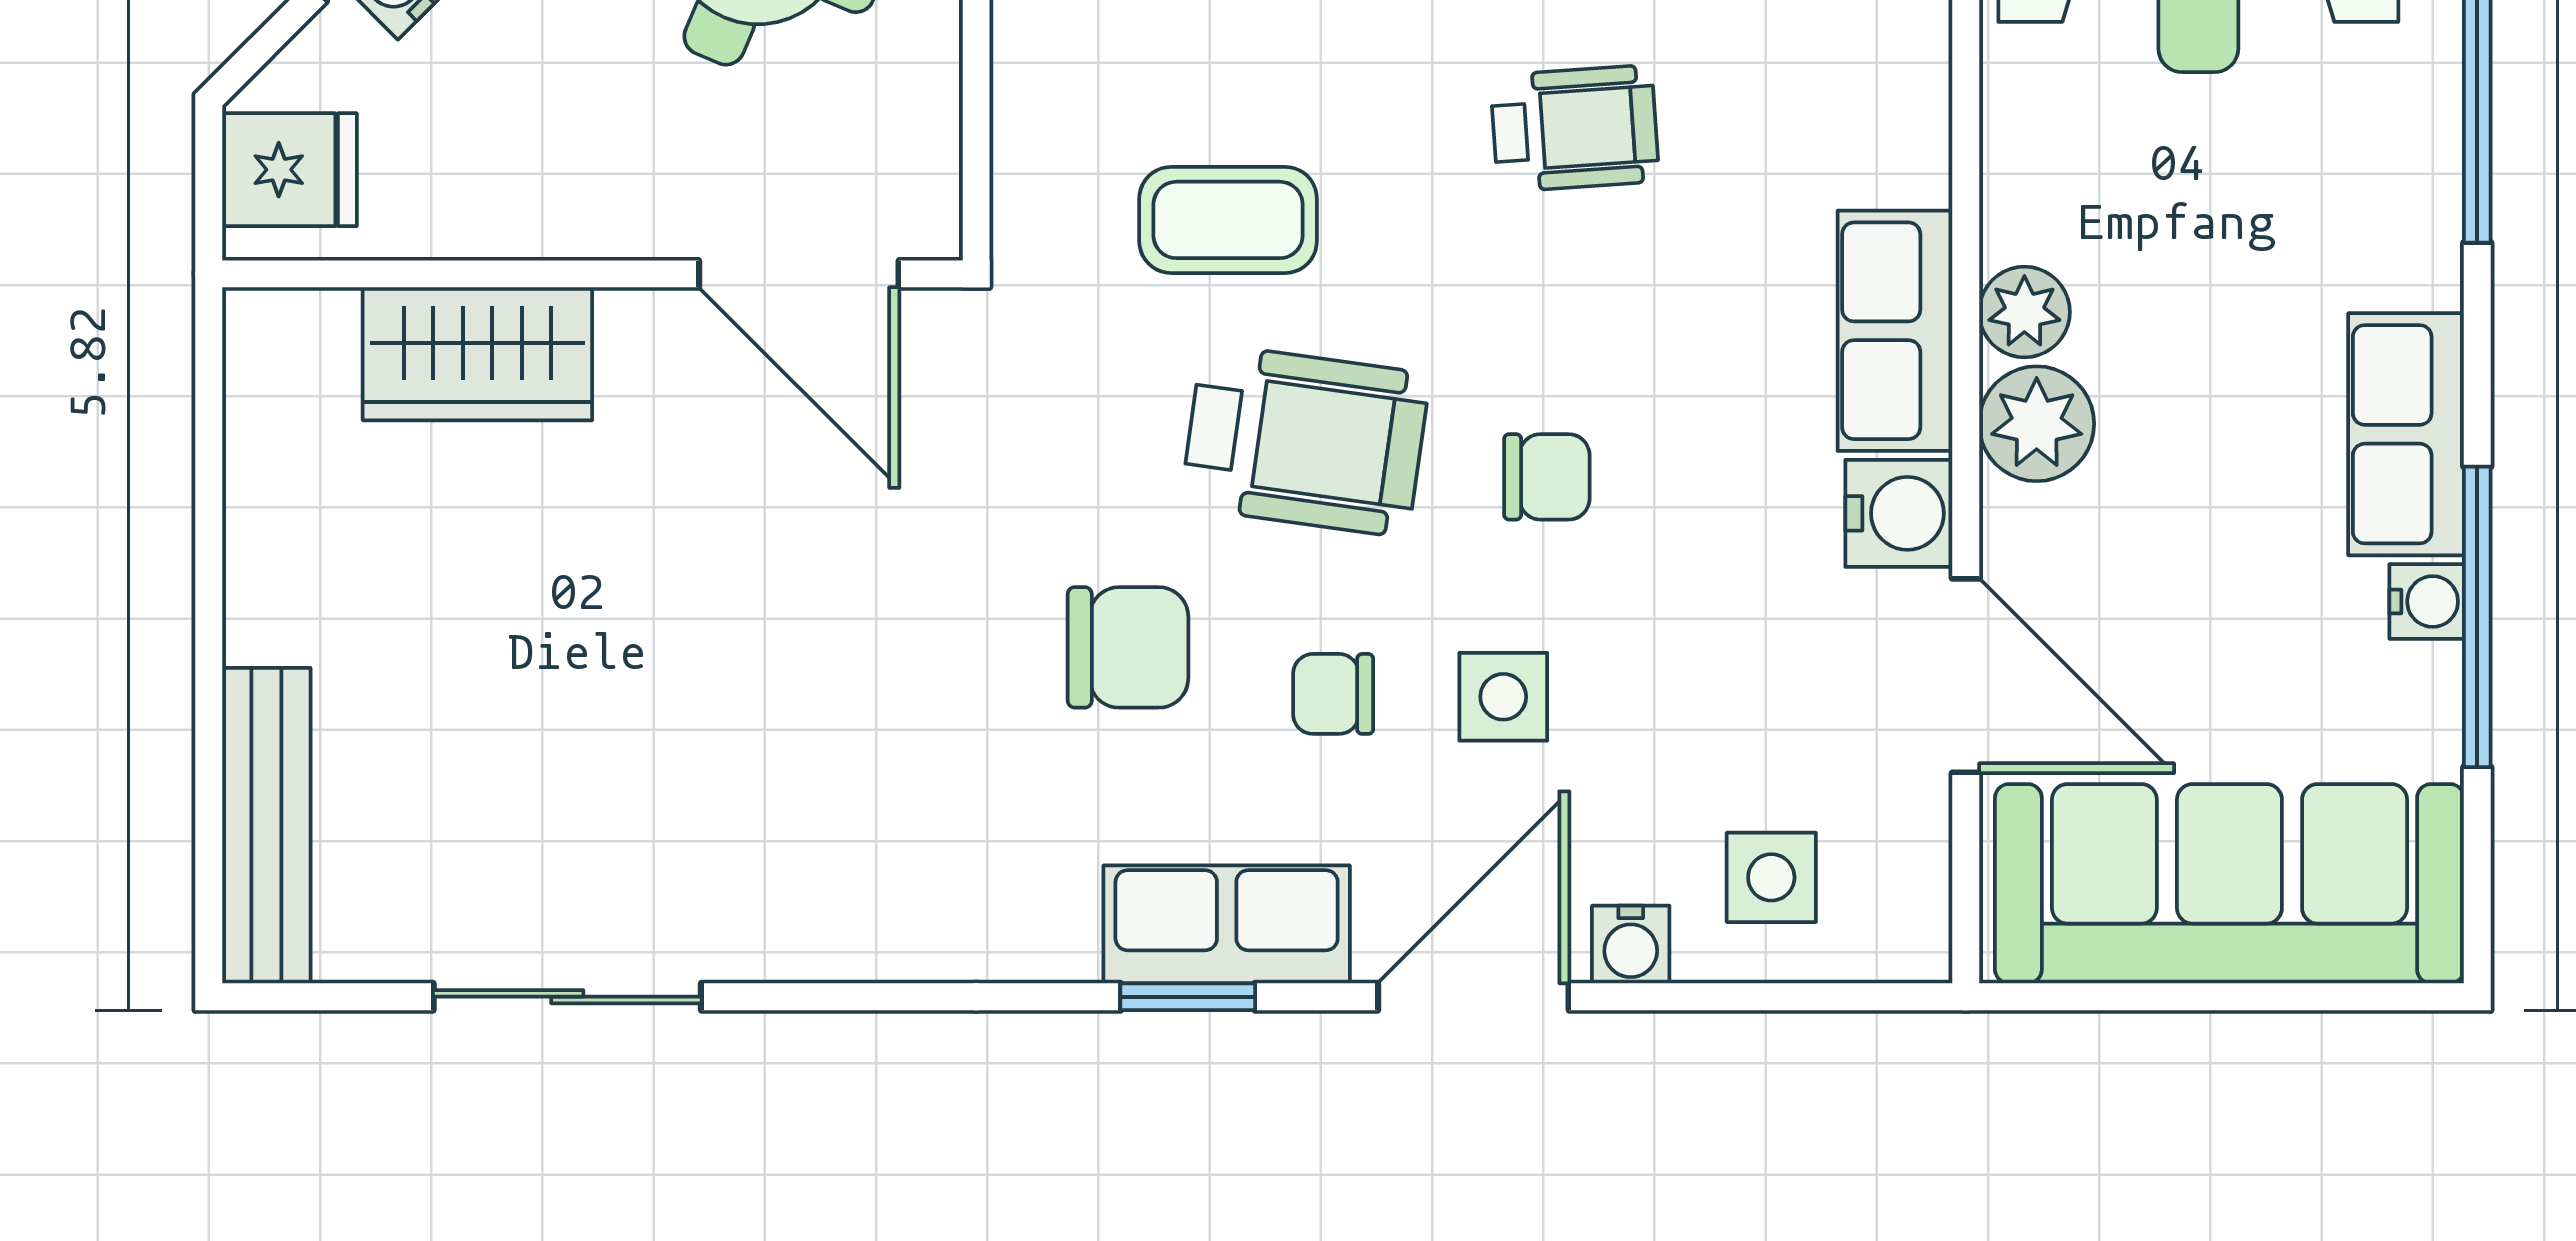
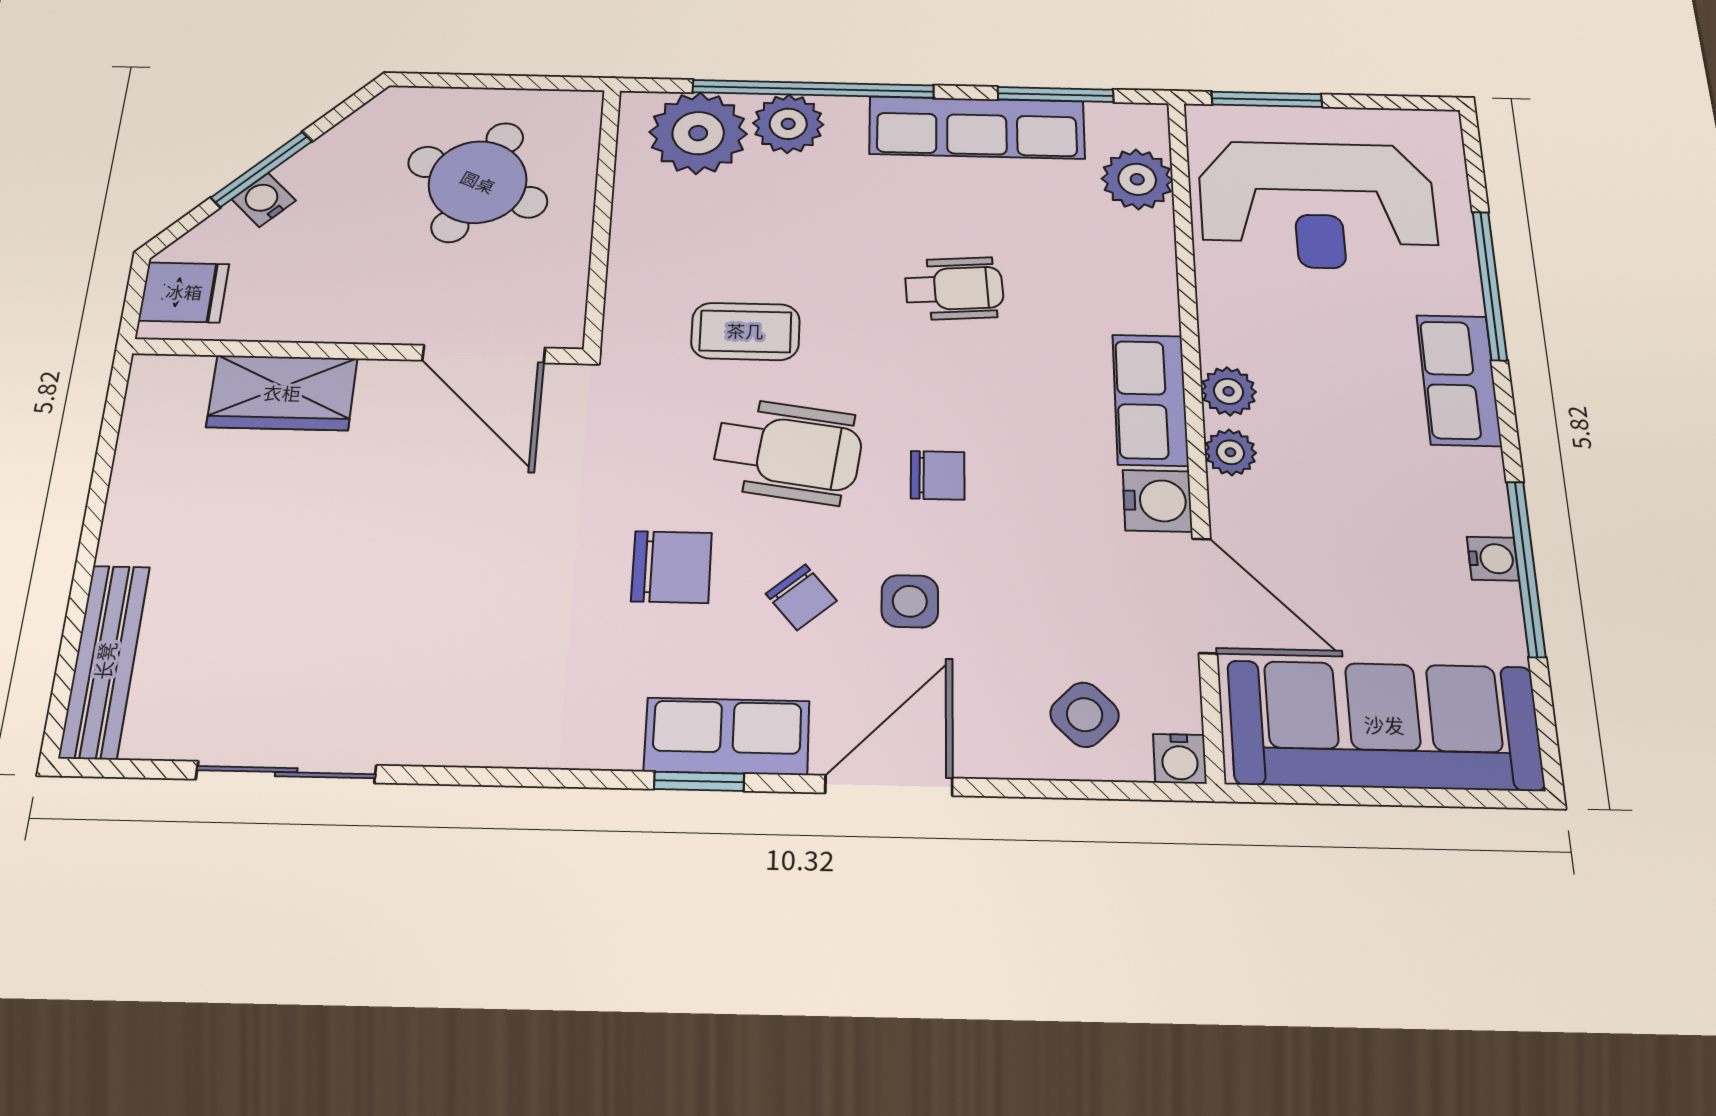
plant: (2037, 424) -> (1230, 452), width x0.73, depth x0.73
row of seats: (2406, 434) -> (1459, 380), moved
chair: (1333, 694) -> (801, 597), turned -130
side table: (1771, 877) -> (1085, 715), turned 45
water cooler: (1631, 945) -> (1180, 759), moved

